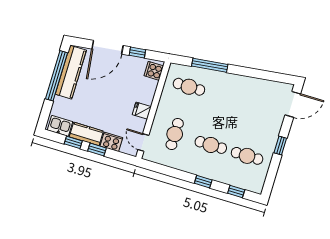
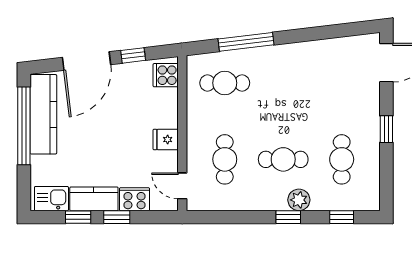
cafe table: (247, 156) -> (342, 159), turned 90
plant: (213, 173) -> (299, 200), added

